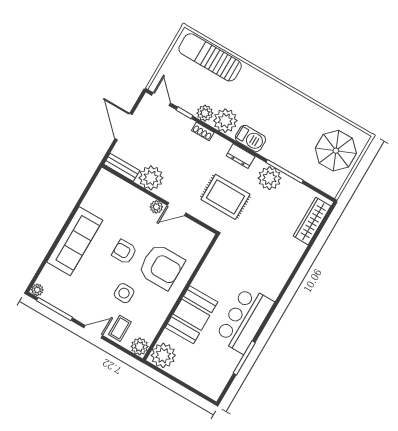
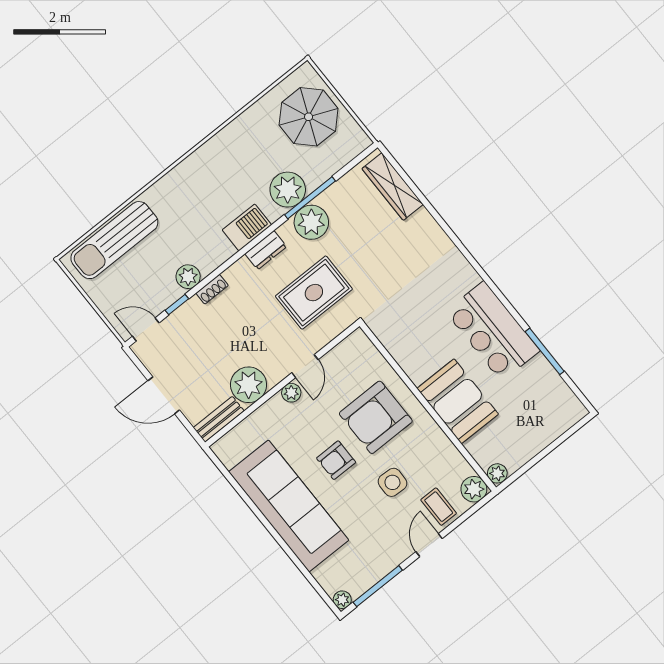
plant: (225, 121) -> (288, 190), moved
sofa: (75, 241) -> (289, 506), width x1.36, depth x1.27
armchair: (161, 267) -> (376, 417), turned 180
plant: (163, 355) -> (497, 473), width x0.53, depth x0.53

